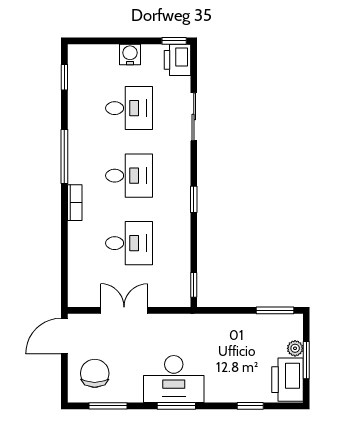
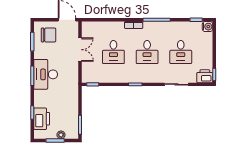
water cooler: (130, 54) -> (208, 27), moved
printer: (287, 380) -> (42, 119), moved, turned 90

